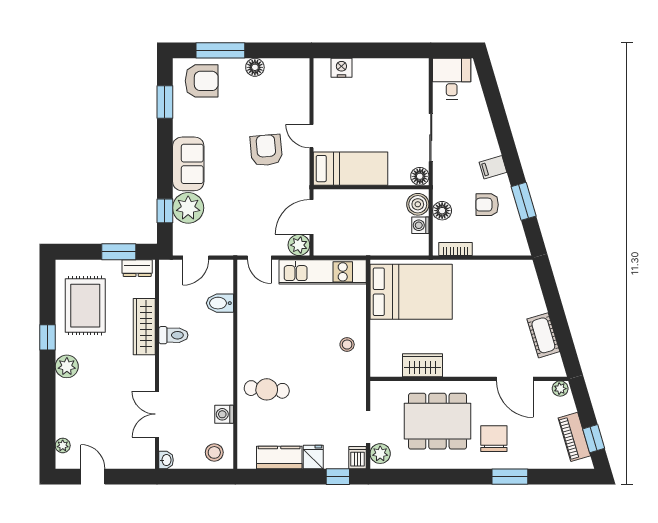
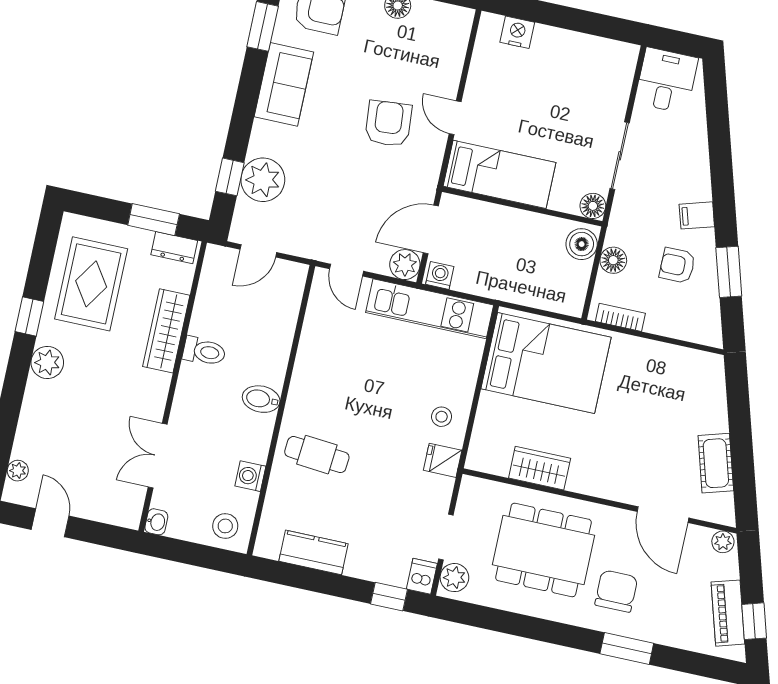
sofa: (188, 164) -> (284, 84), moved
washing machine: (420, 225) -> (440, 275), moved, turned 90
bidet: (220, 303) -> (261, 399), moved
fridge: (313, 457) -> (443, 460), moved, turned -90

